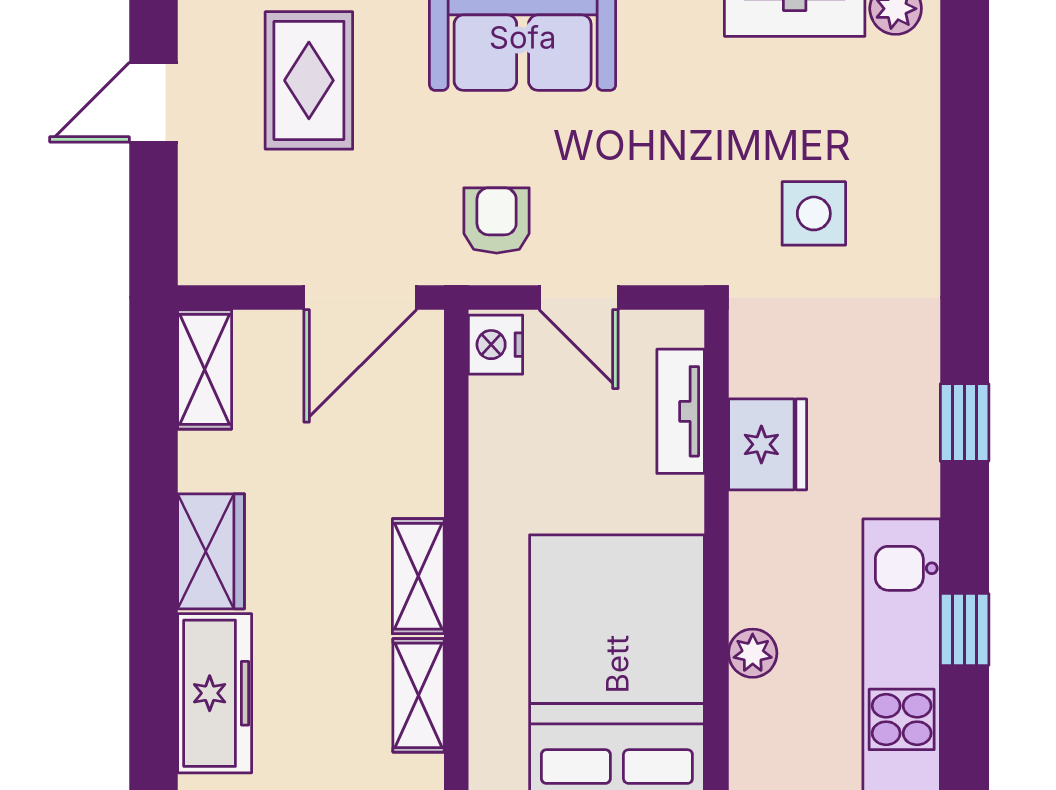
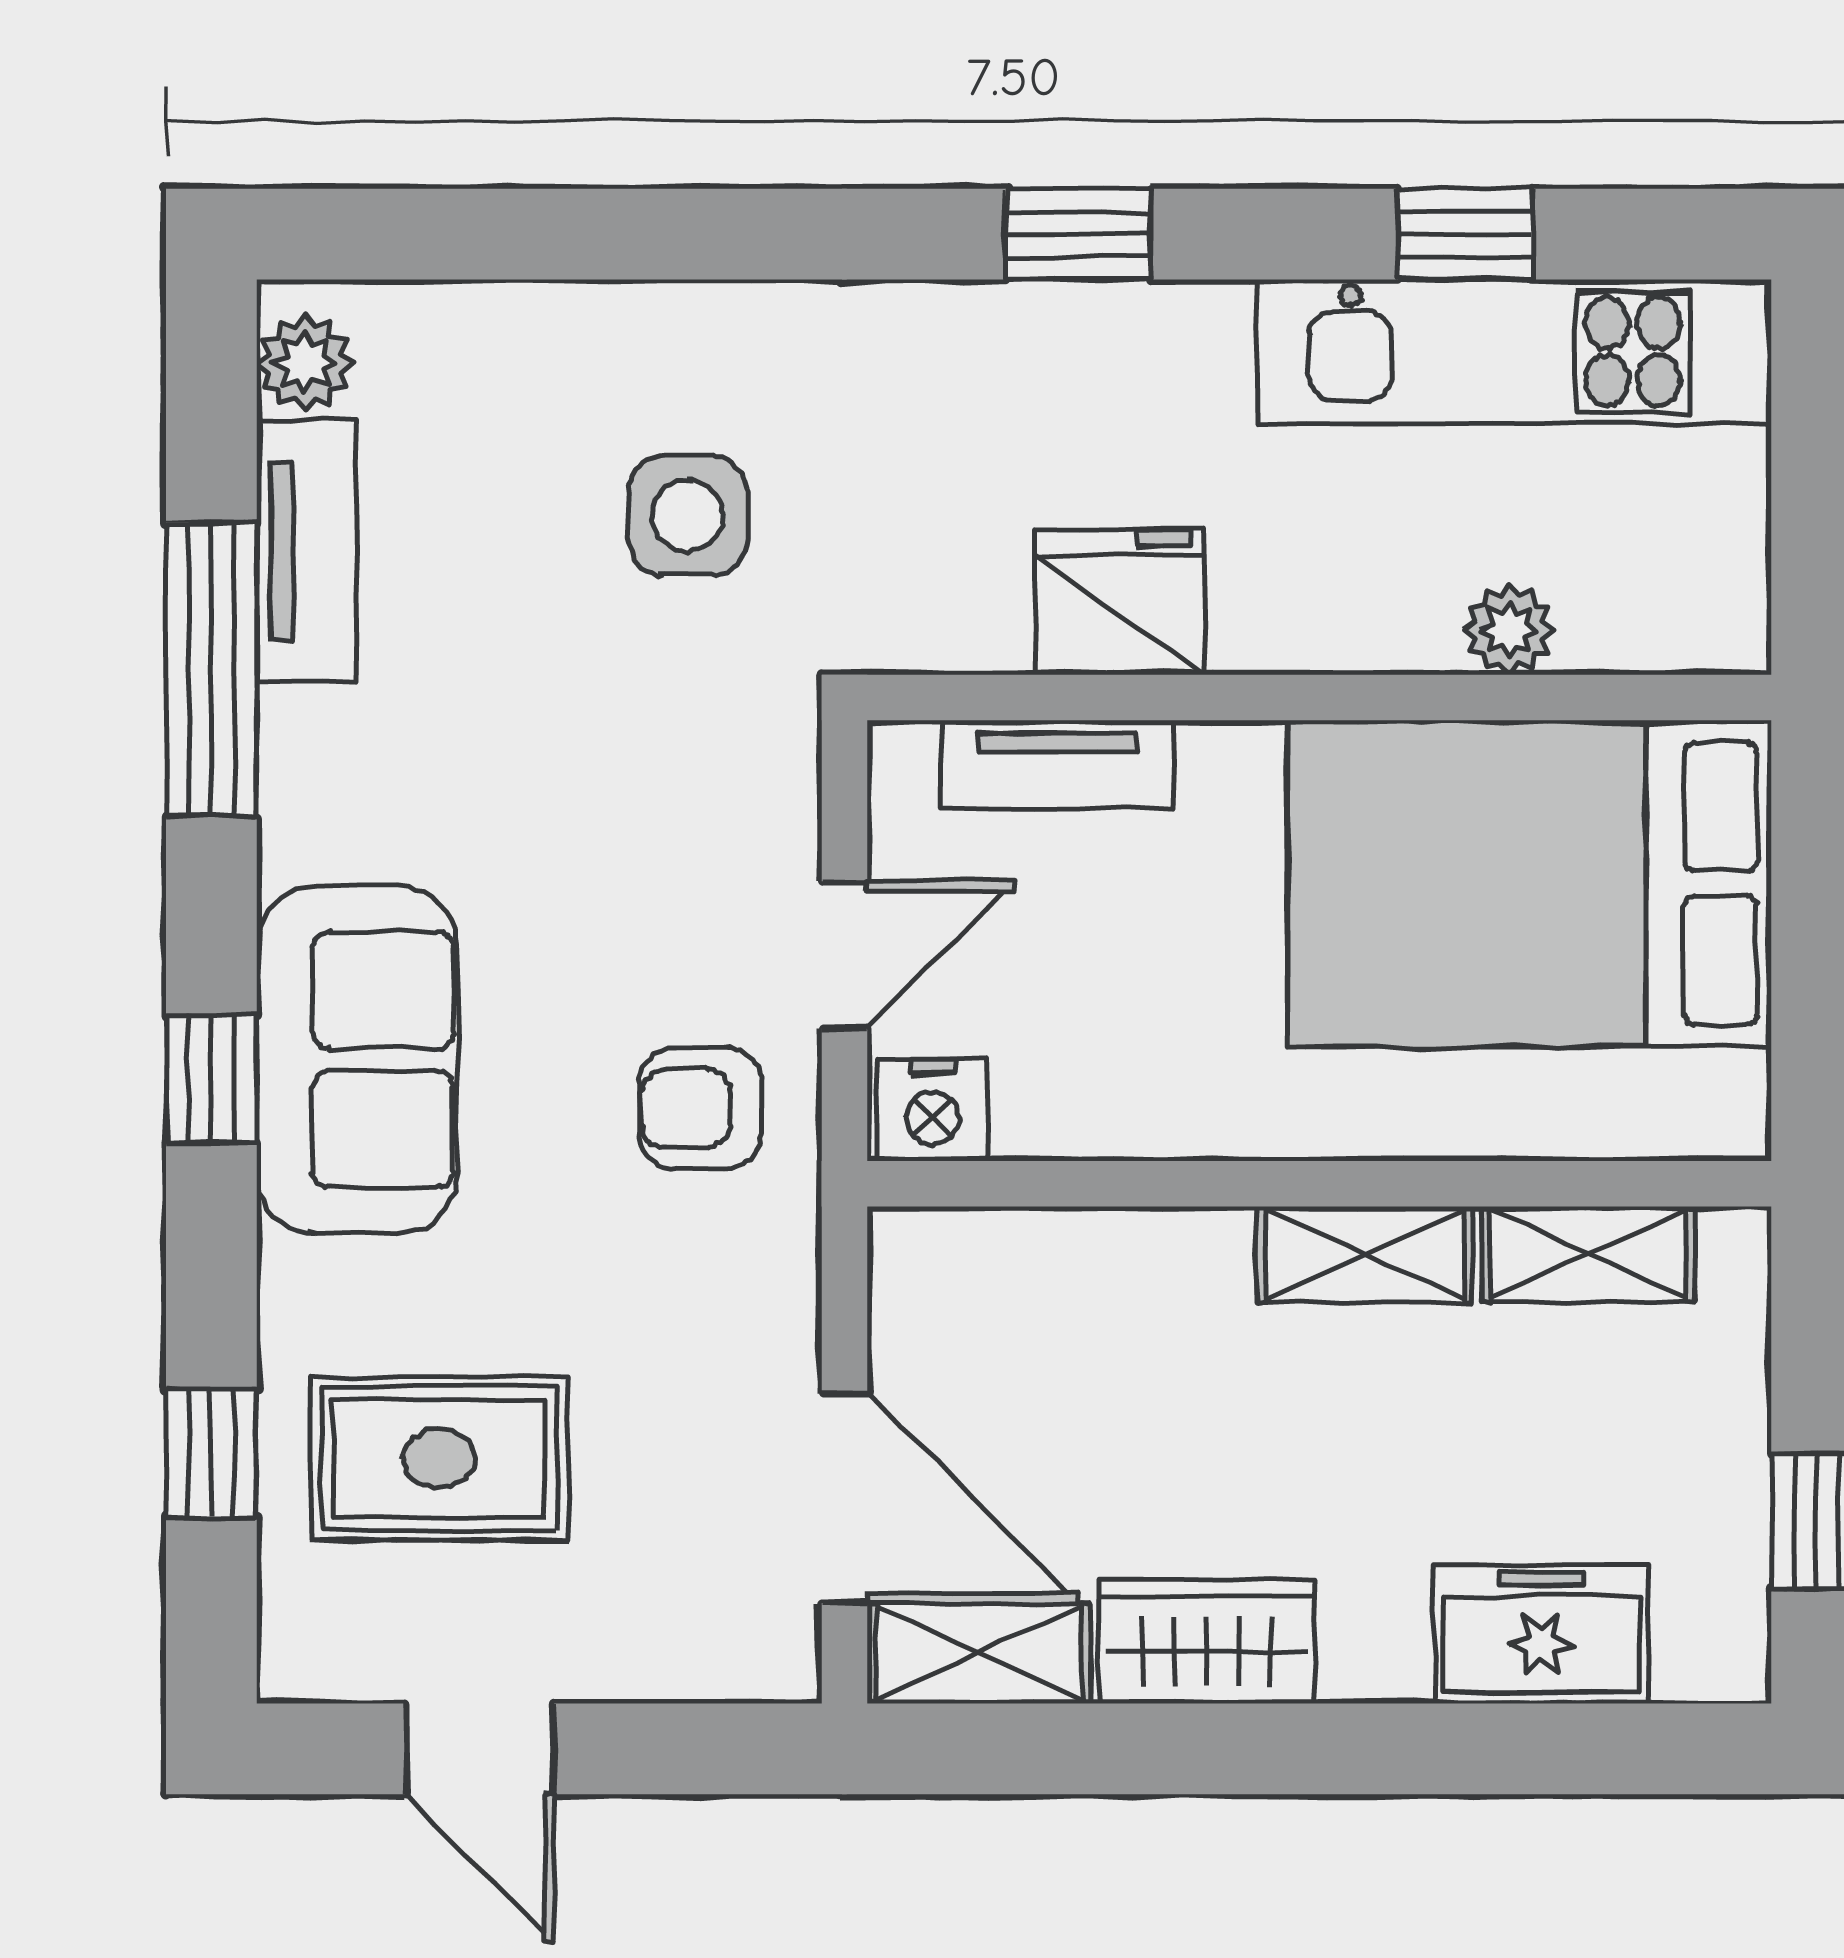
door: (360, 297) -> (844, 1498), moved
wardrobe: (211, 551) -> (1207, 1641), moved
freezer: (215, 693) -> (1541, 1635), width x0.71

